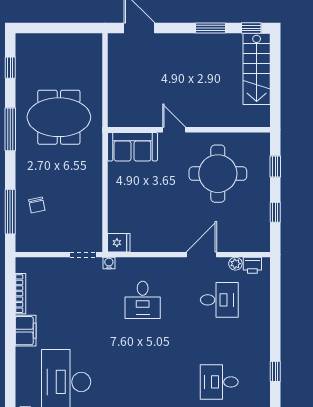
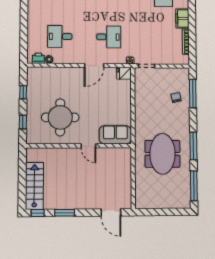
window: (10, 68) -> (194, 186), width x2.17
meeting table: (59, 117) -> (163, 154), turned 90
door: (201, 255) -> (94, 66), moved
desk: (143, 300) -> (109, 37), turned 90

